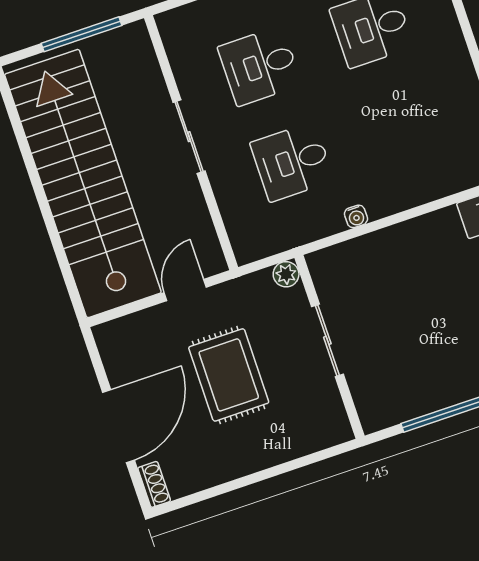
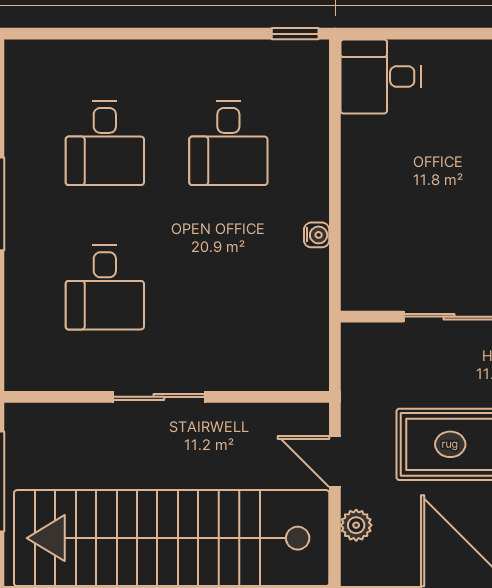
desk: (292, 162) -> (228, 143), moved
plant: (286, 274) -> (356, 525), moved

